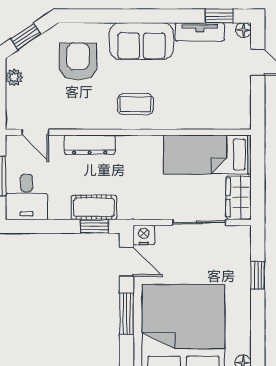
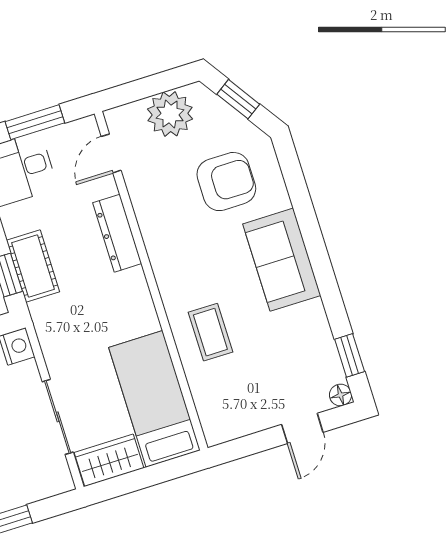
tv unit: (200, 32) -> (319, 336), removed
plant: (14, 77) -> (170, 114), width x1.88, depth x1.88
coffee table: (135, 104) -> (210, 332), moved

